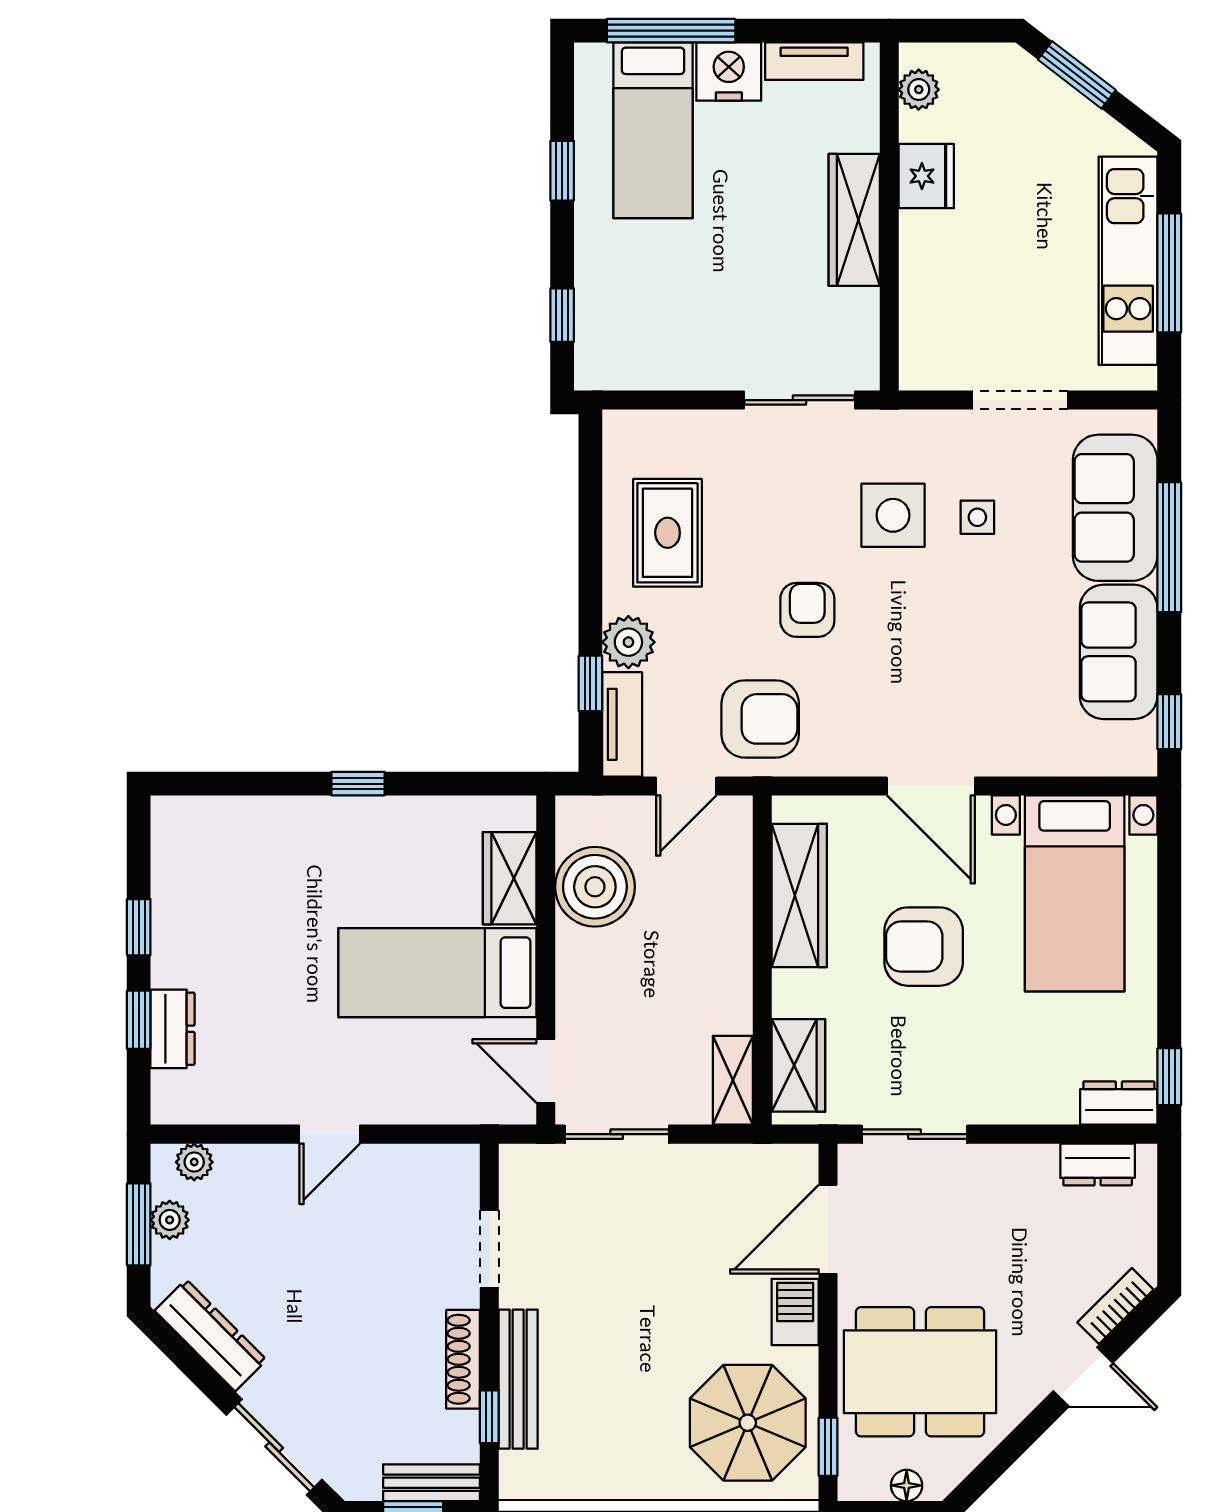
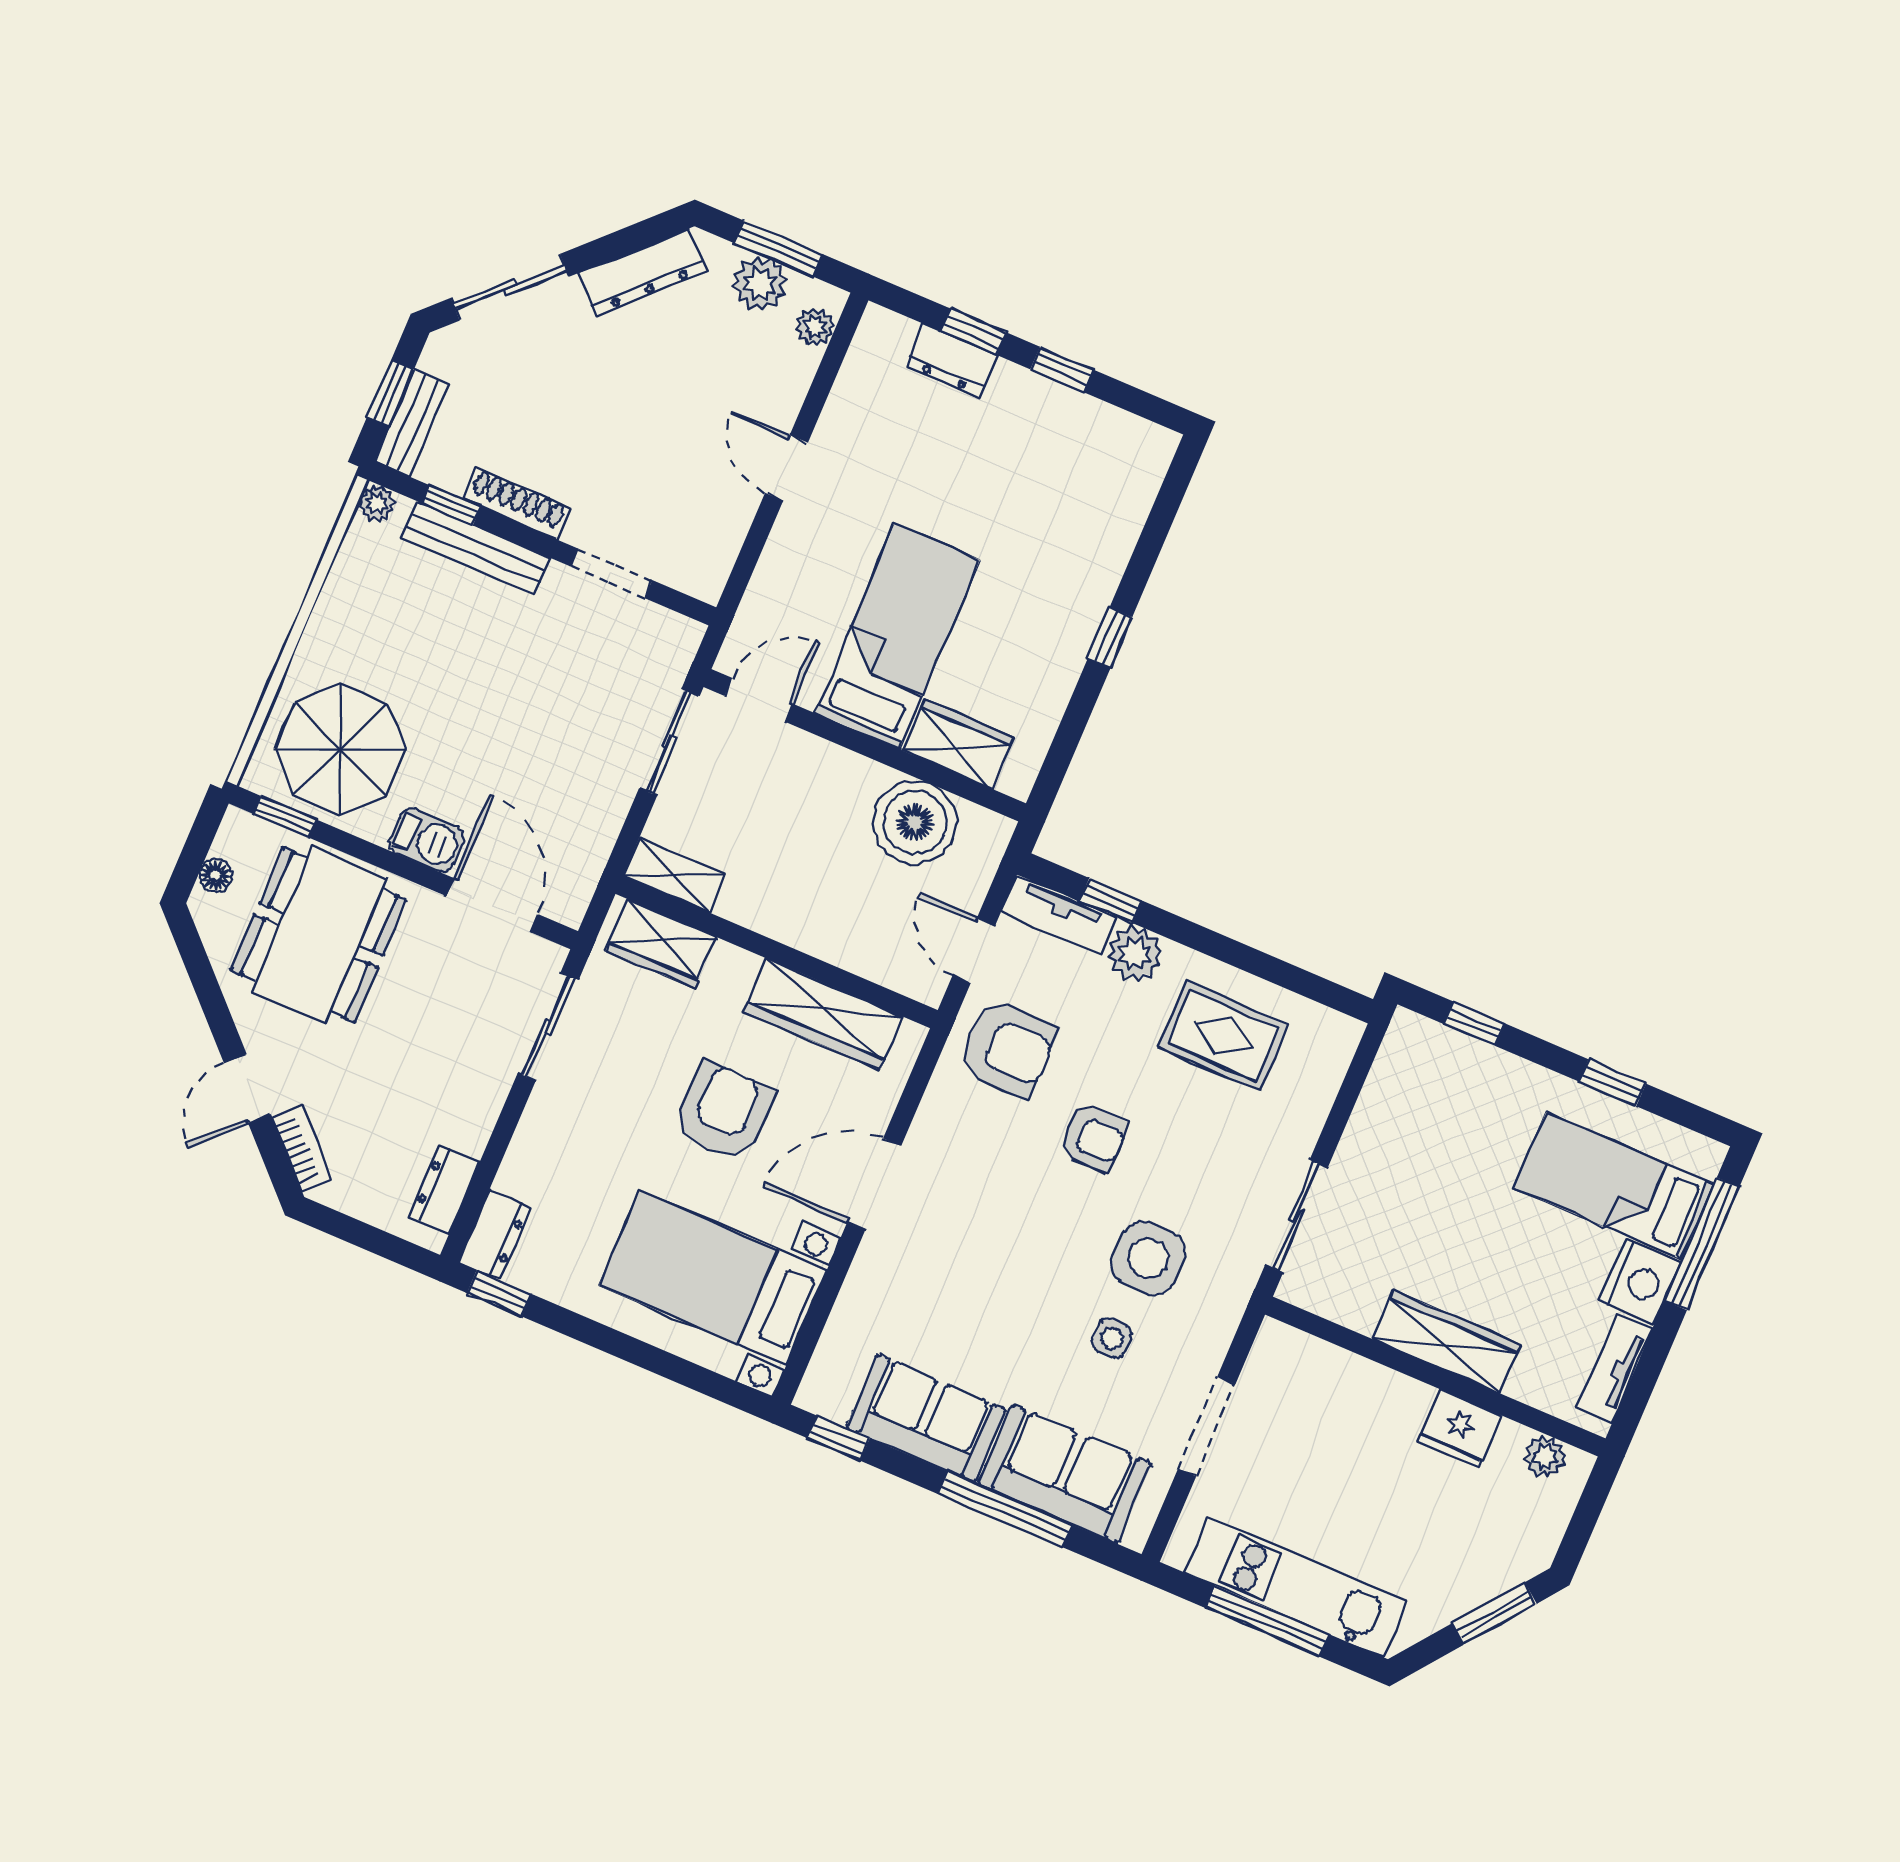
armchair: (760, 719) -> (1008, 1048), turned -90
plant: (170, 1220) -> (760, 284), width x1.38, depth x1.38
plant: (516, 1484) -> (376, 504), added

